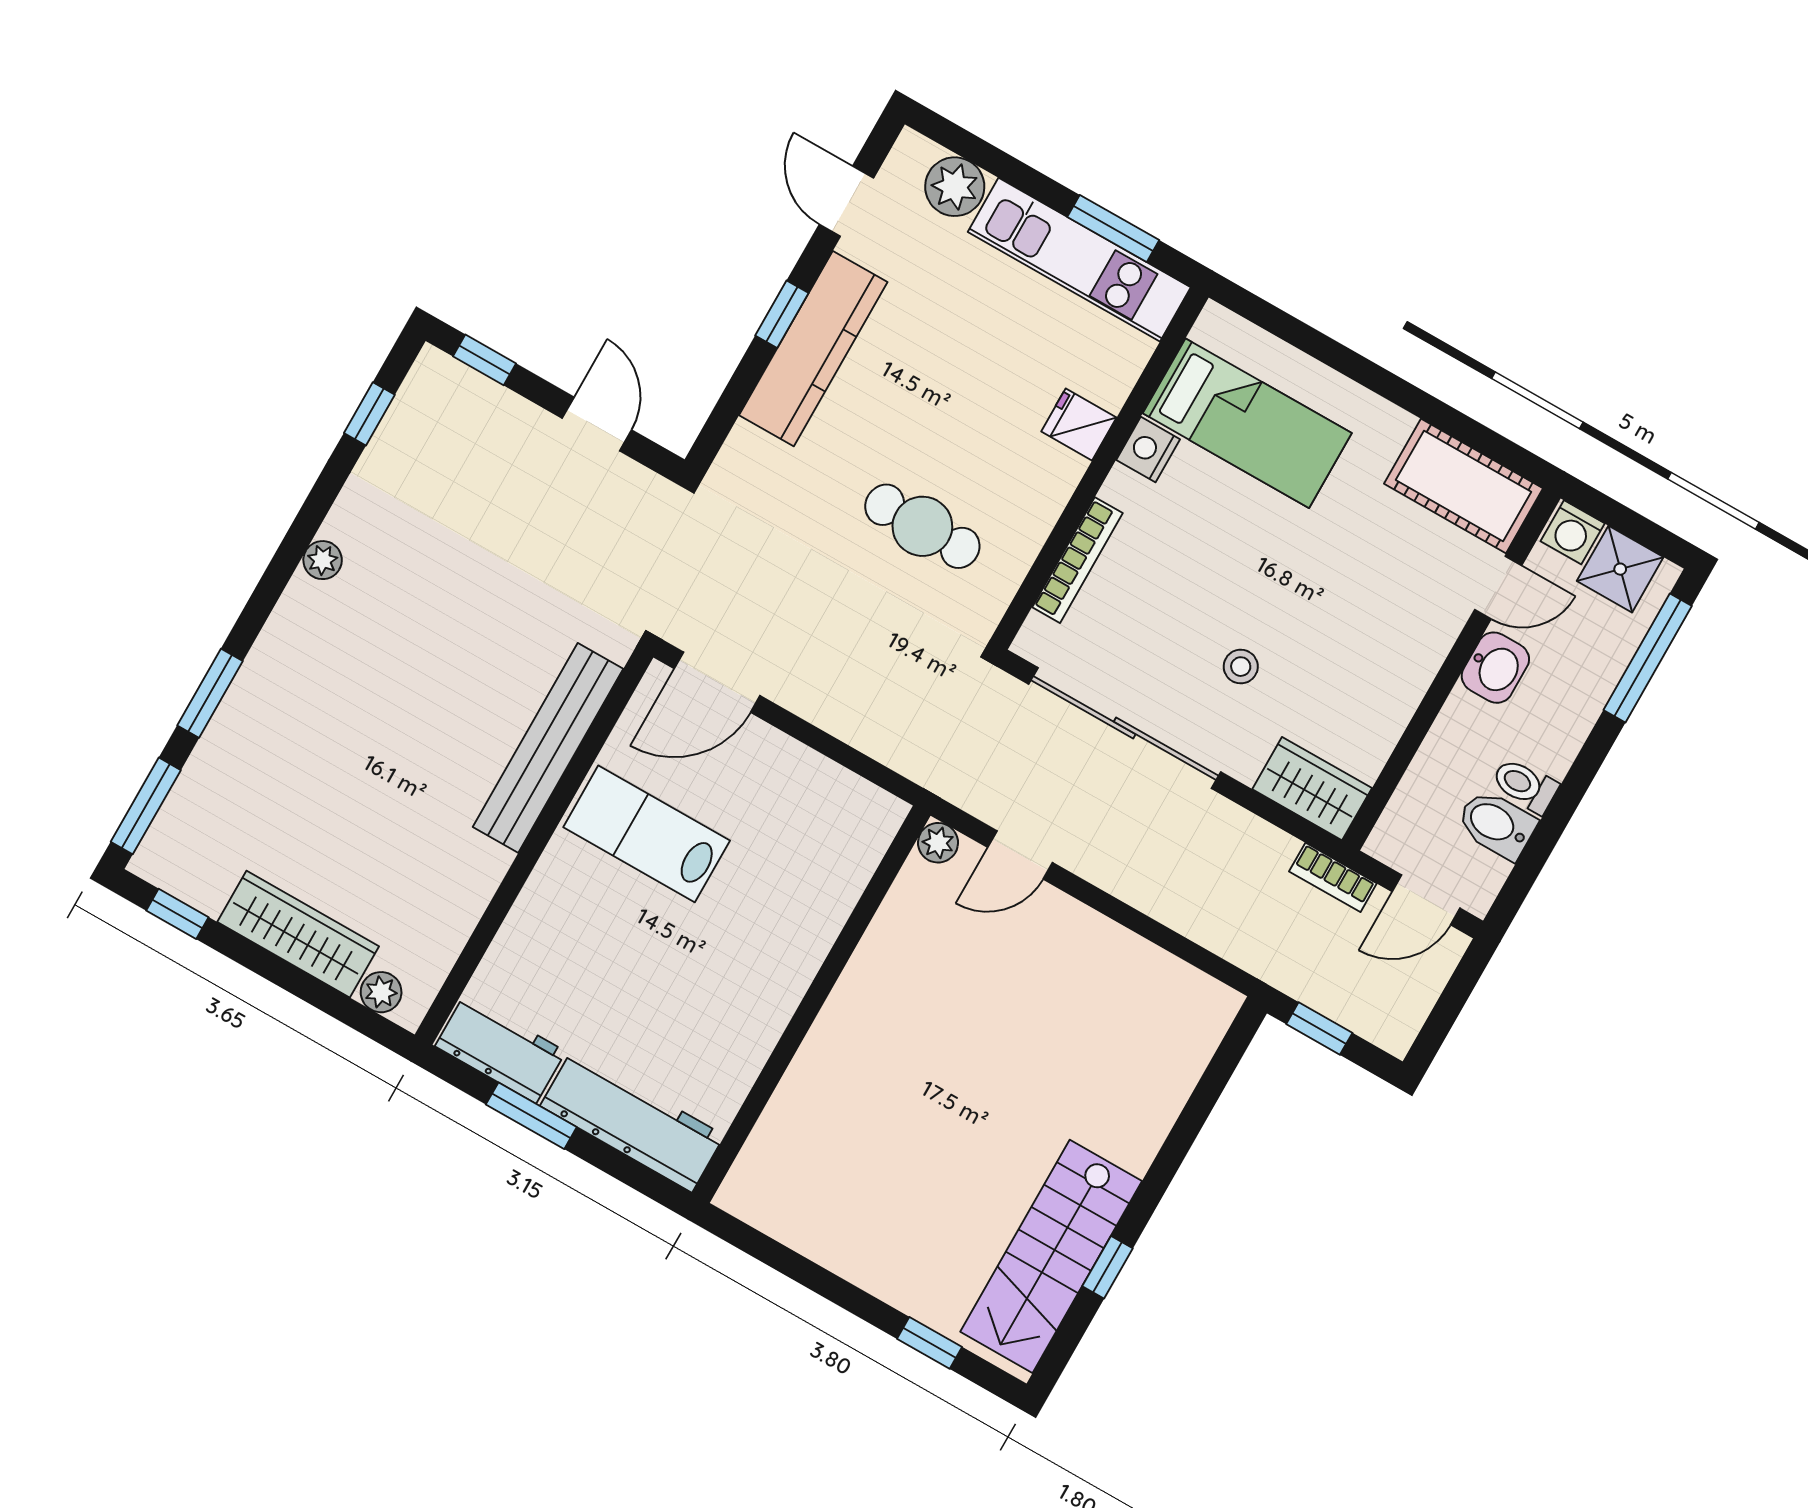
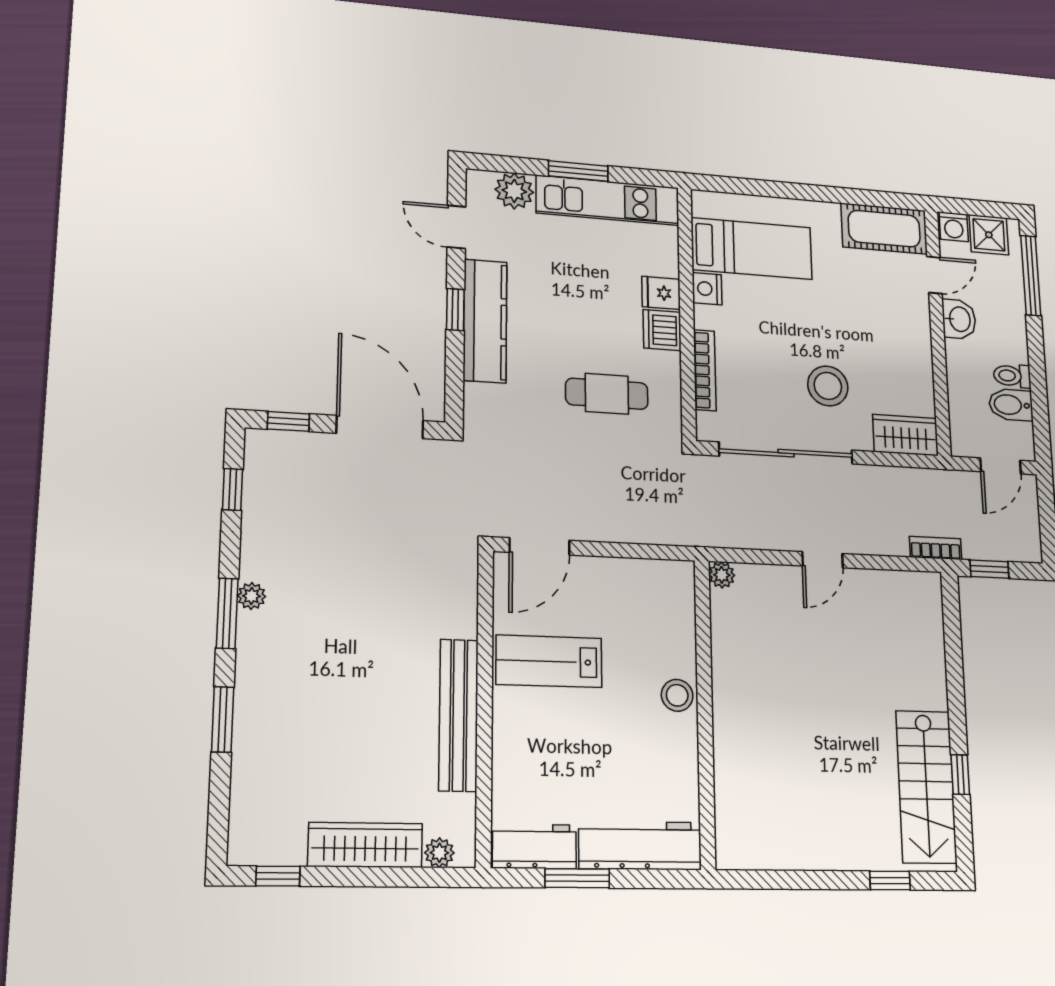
window: (1113, 229) -> (578, 171), moved
door: (597, 424) -> (380, 427), width x1.87
dishwasher: (1050, 477) -> (662, 330), added
stool: (1241, 667) -> (828, 386), width x1.89, depth x1.89
bench: (548, 748) -> (459, 715), moved
window: (146, 806) -> (227, 613), moved
door: (1020, 855) -> (823, 560), moved
bookcase: (1333, 877) -> (936, 548), moved, turned 180
stool: (788, 964) -> (677, 695), added

